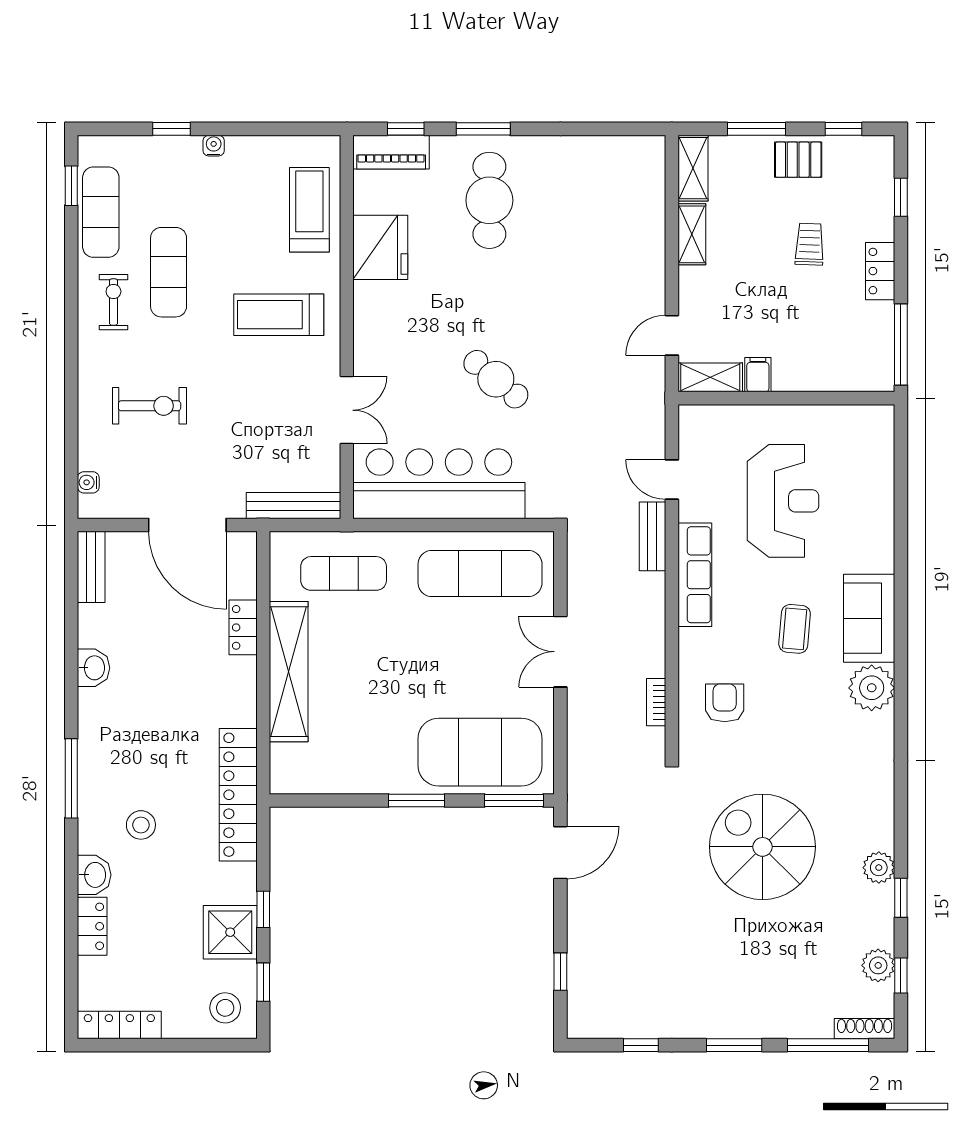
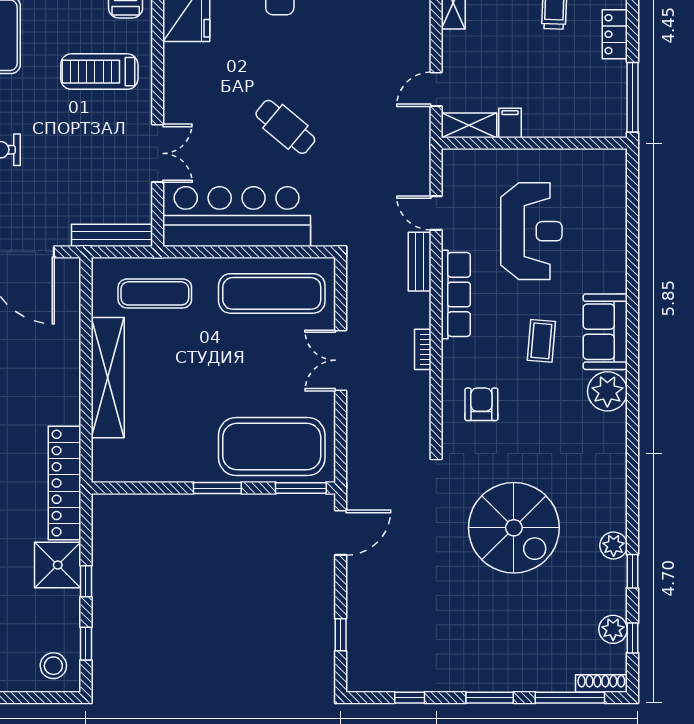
locker: (243, 627) -> (69, 340), removed
bookcase: (656, 702) -> (423, 349), moved
spiral stairs: (762, 847) -> (514, 528), turned 180
shower: (230, 932) -> (58, 565), moved

